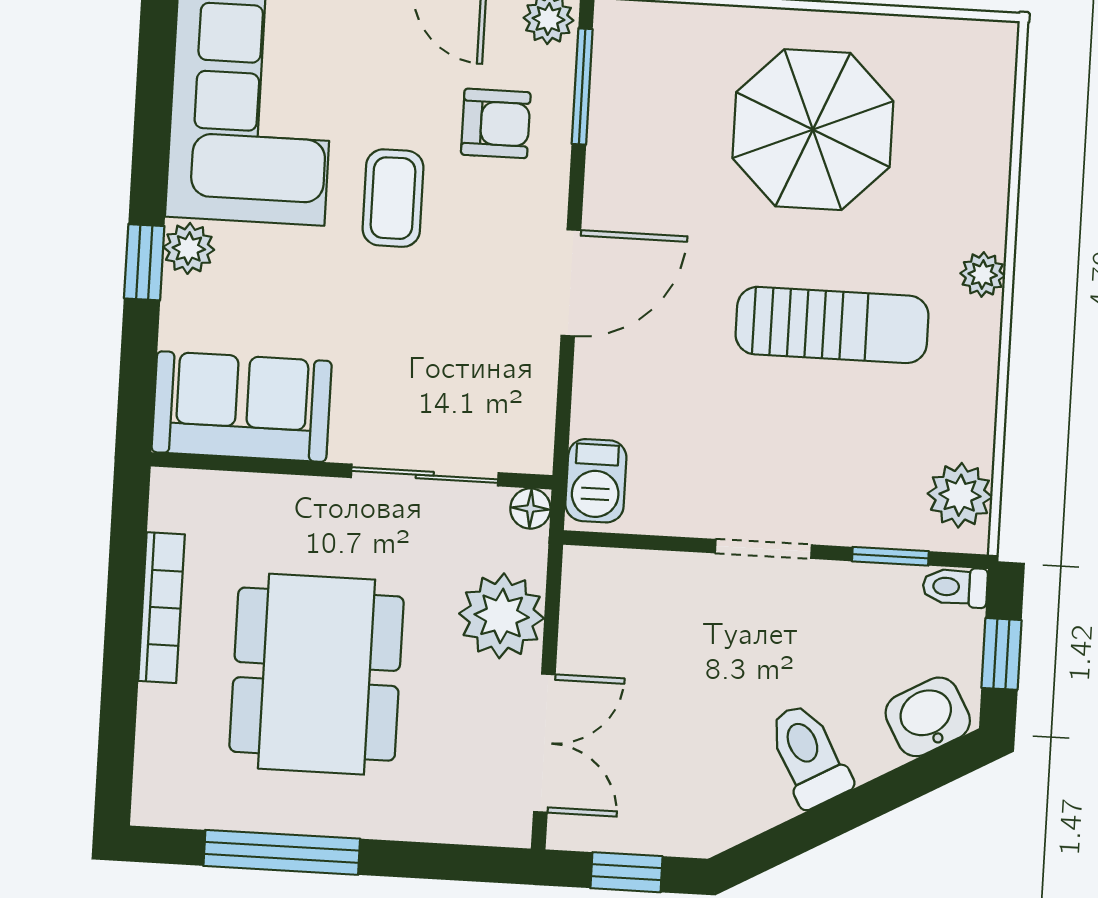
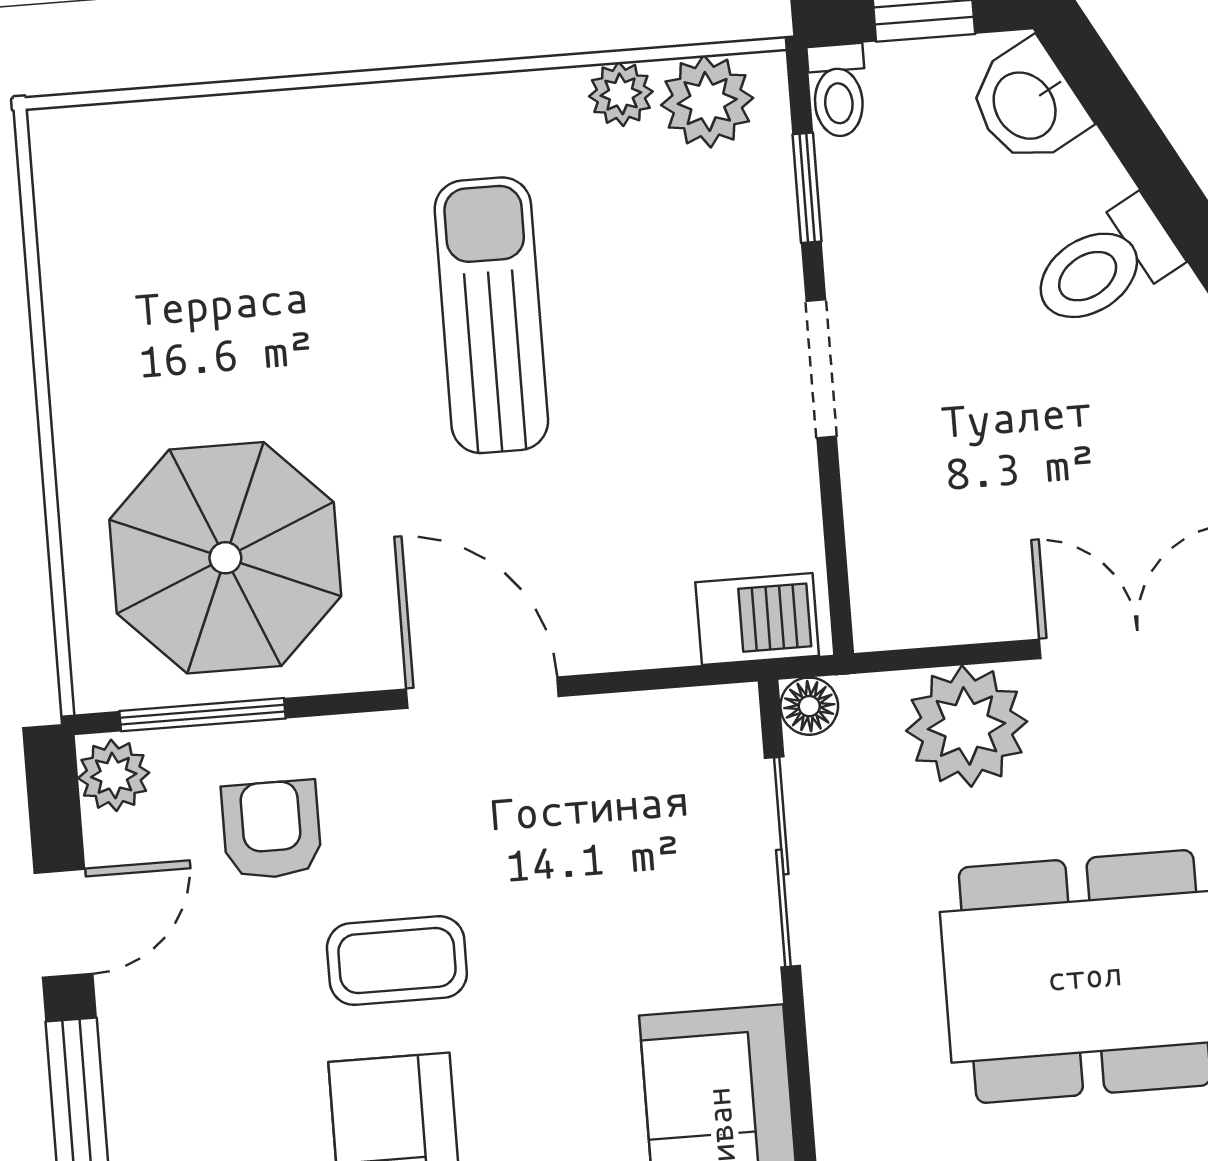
parasol: (813, 130) -> (225, 558), moved
plant: (983, 274) -> (621, 94), moved

